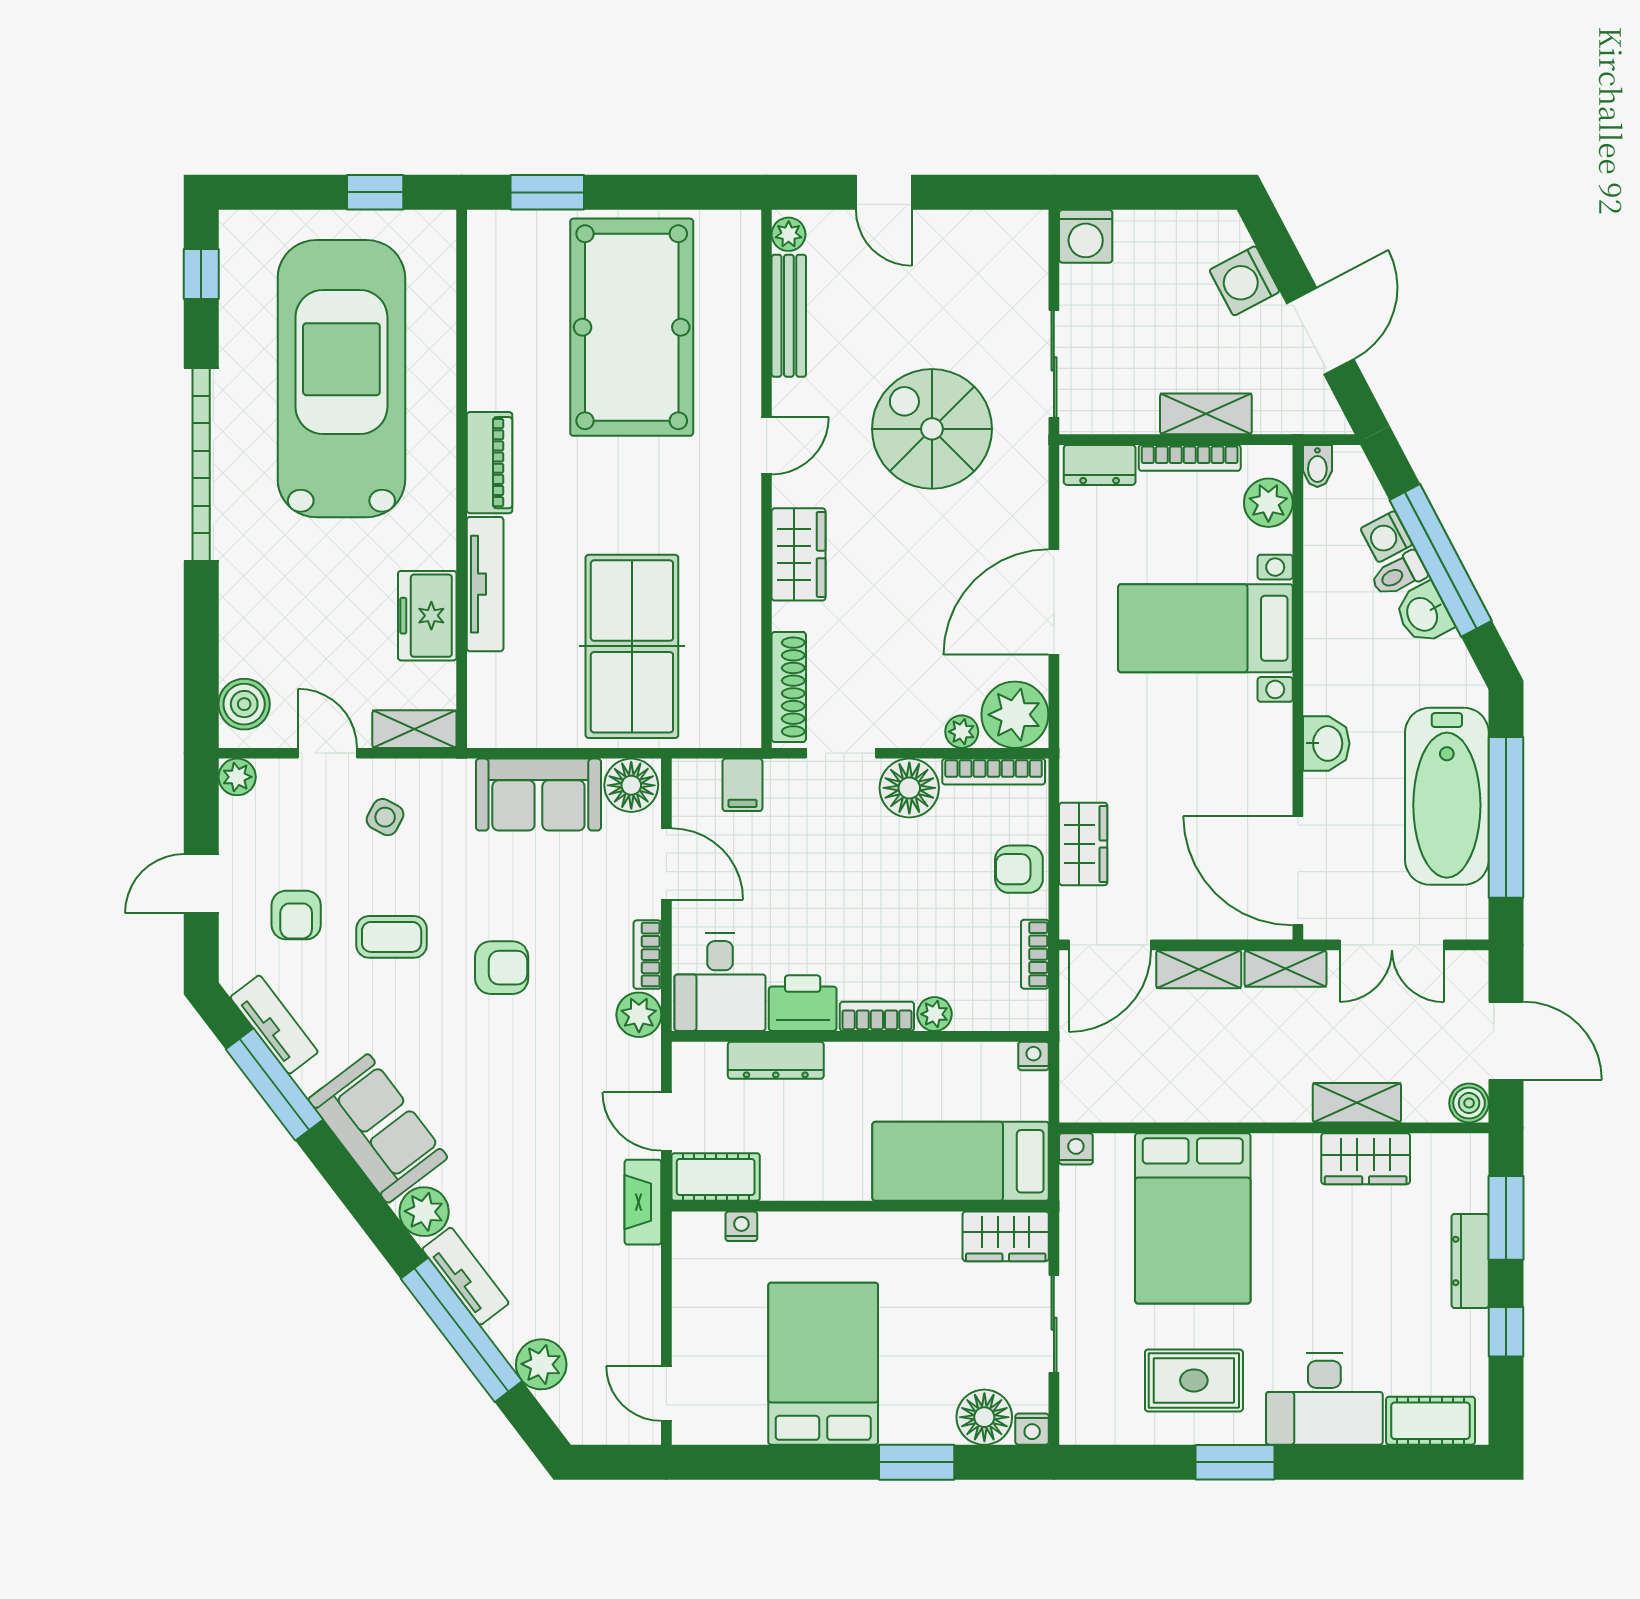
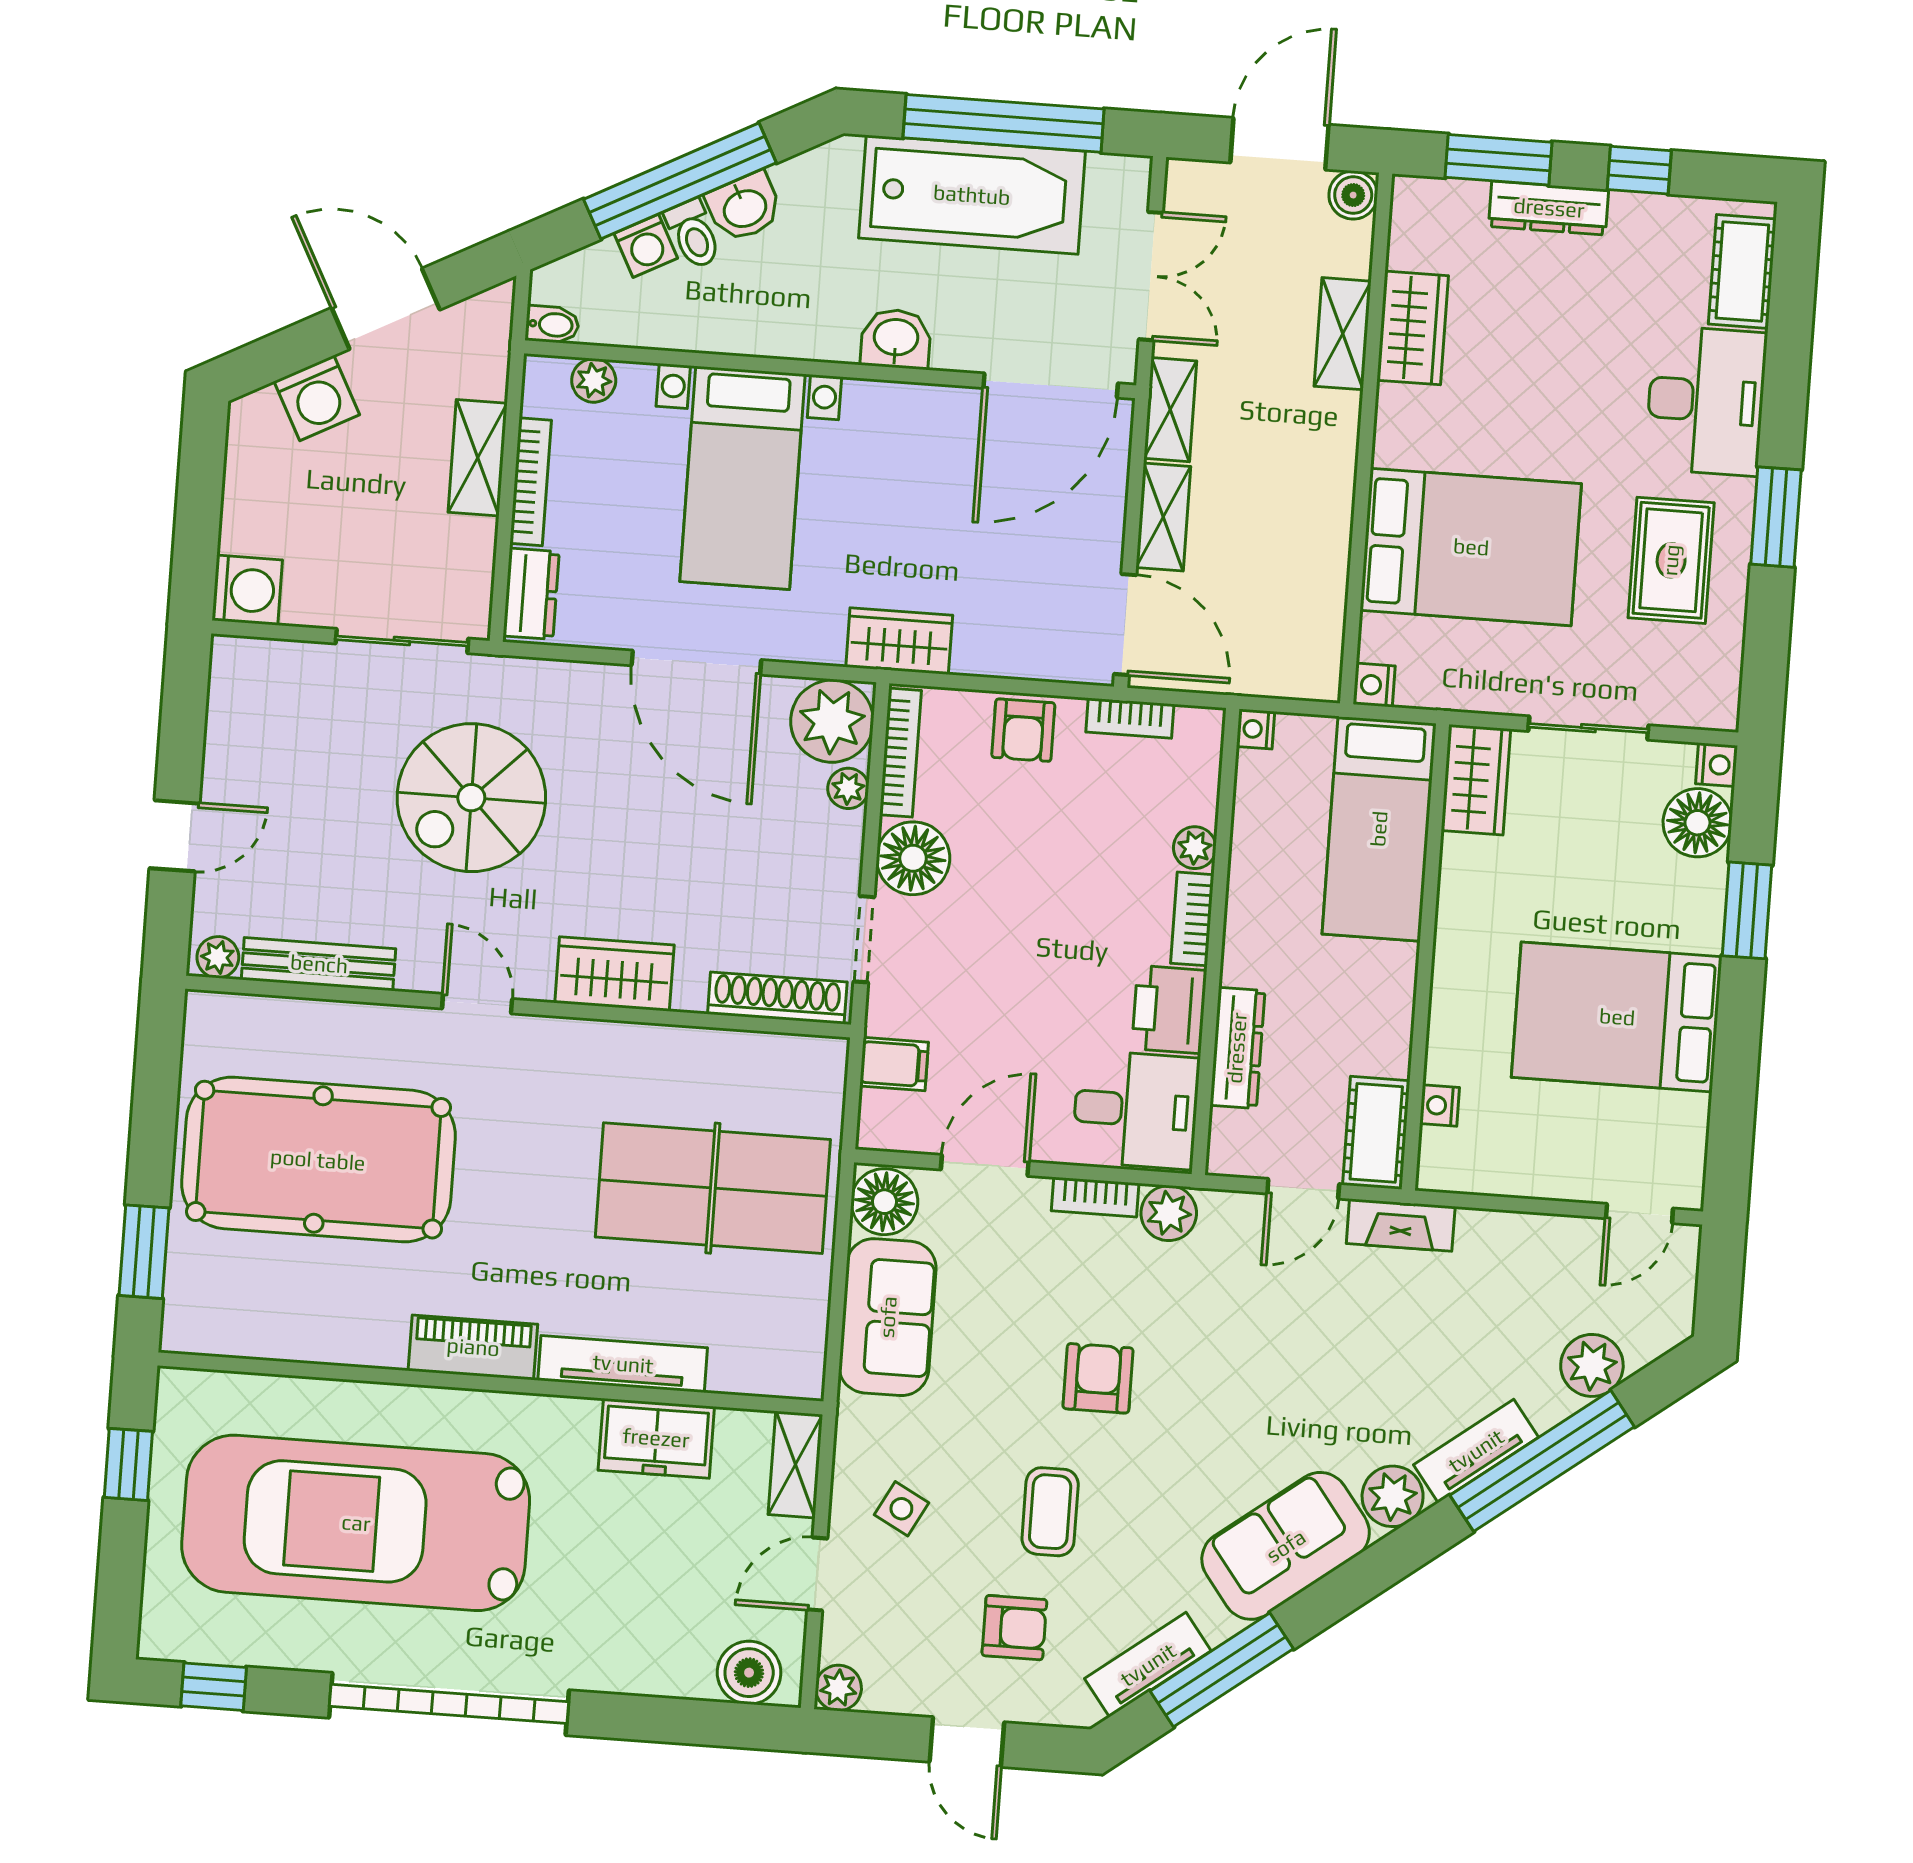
plant: (1268, 503) -> (594, 380), width x0.73, depth x0.73
wardrobe: (1083, 844) -> (899, 641), moved

